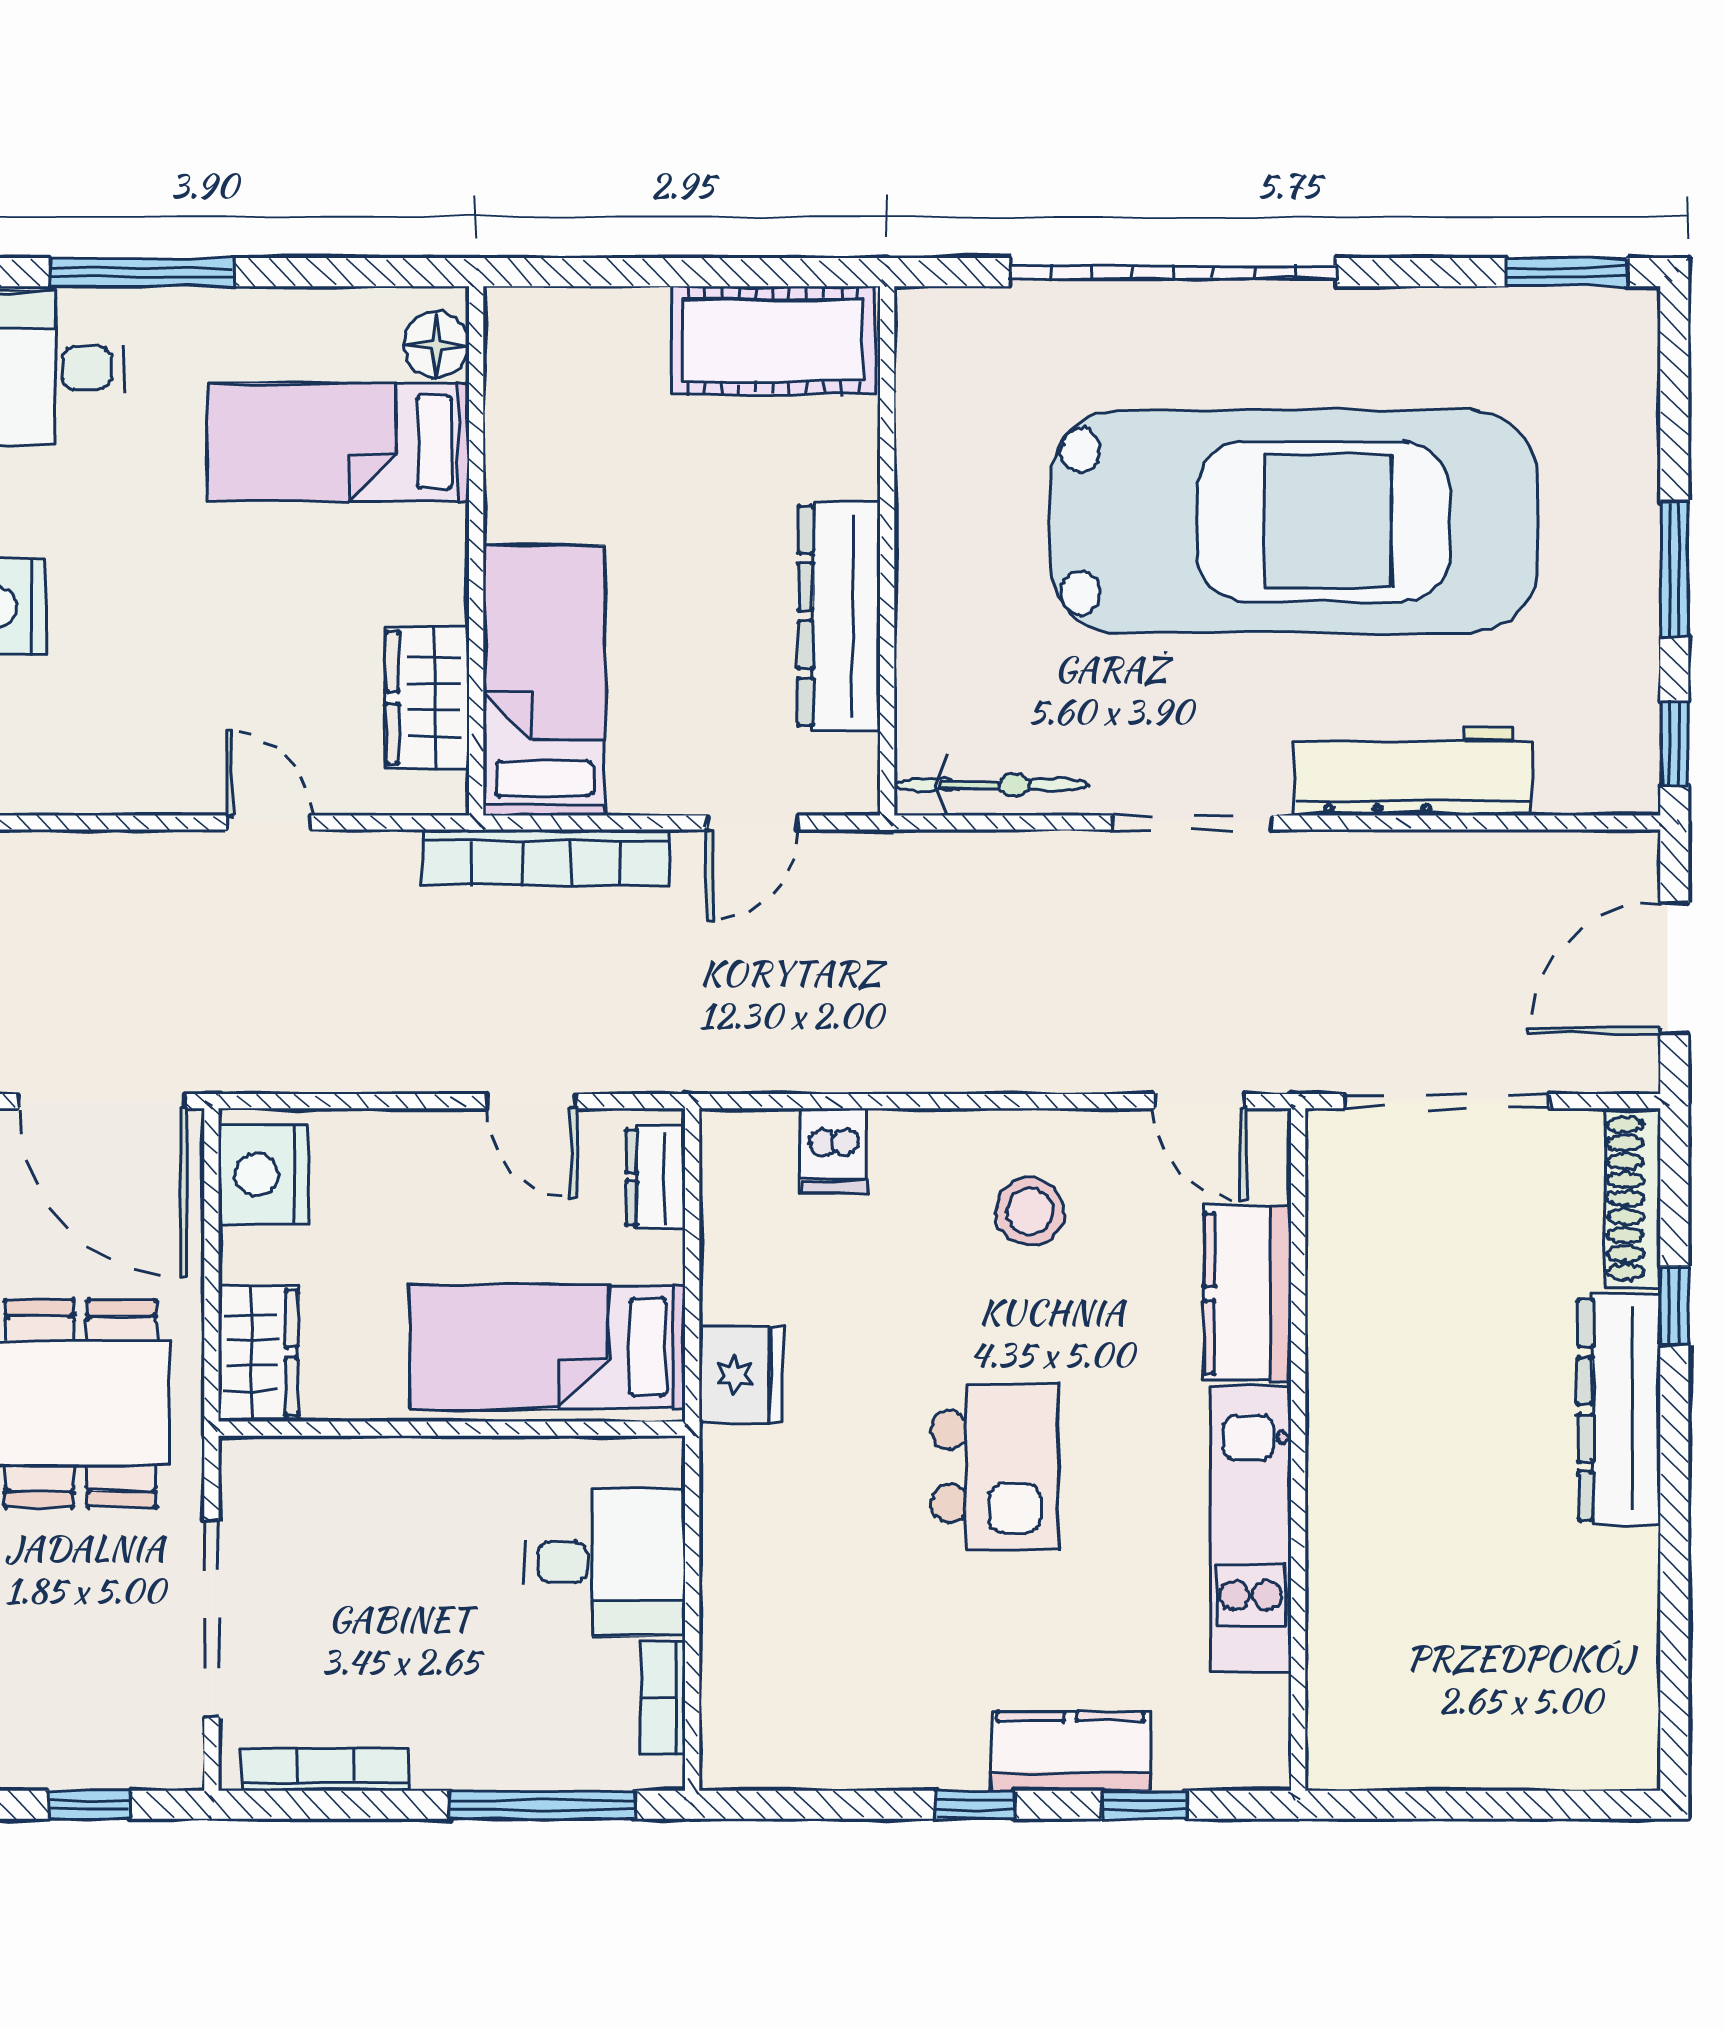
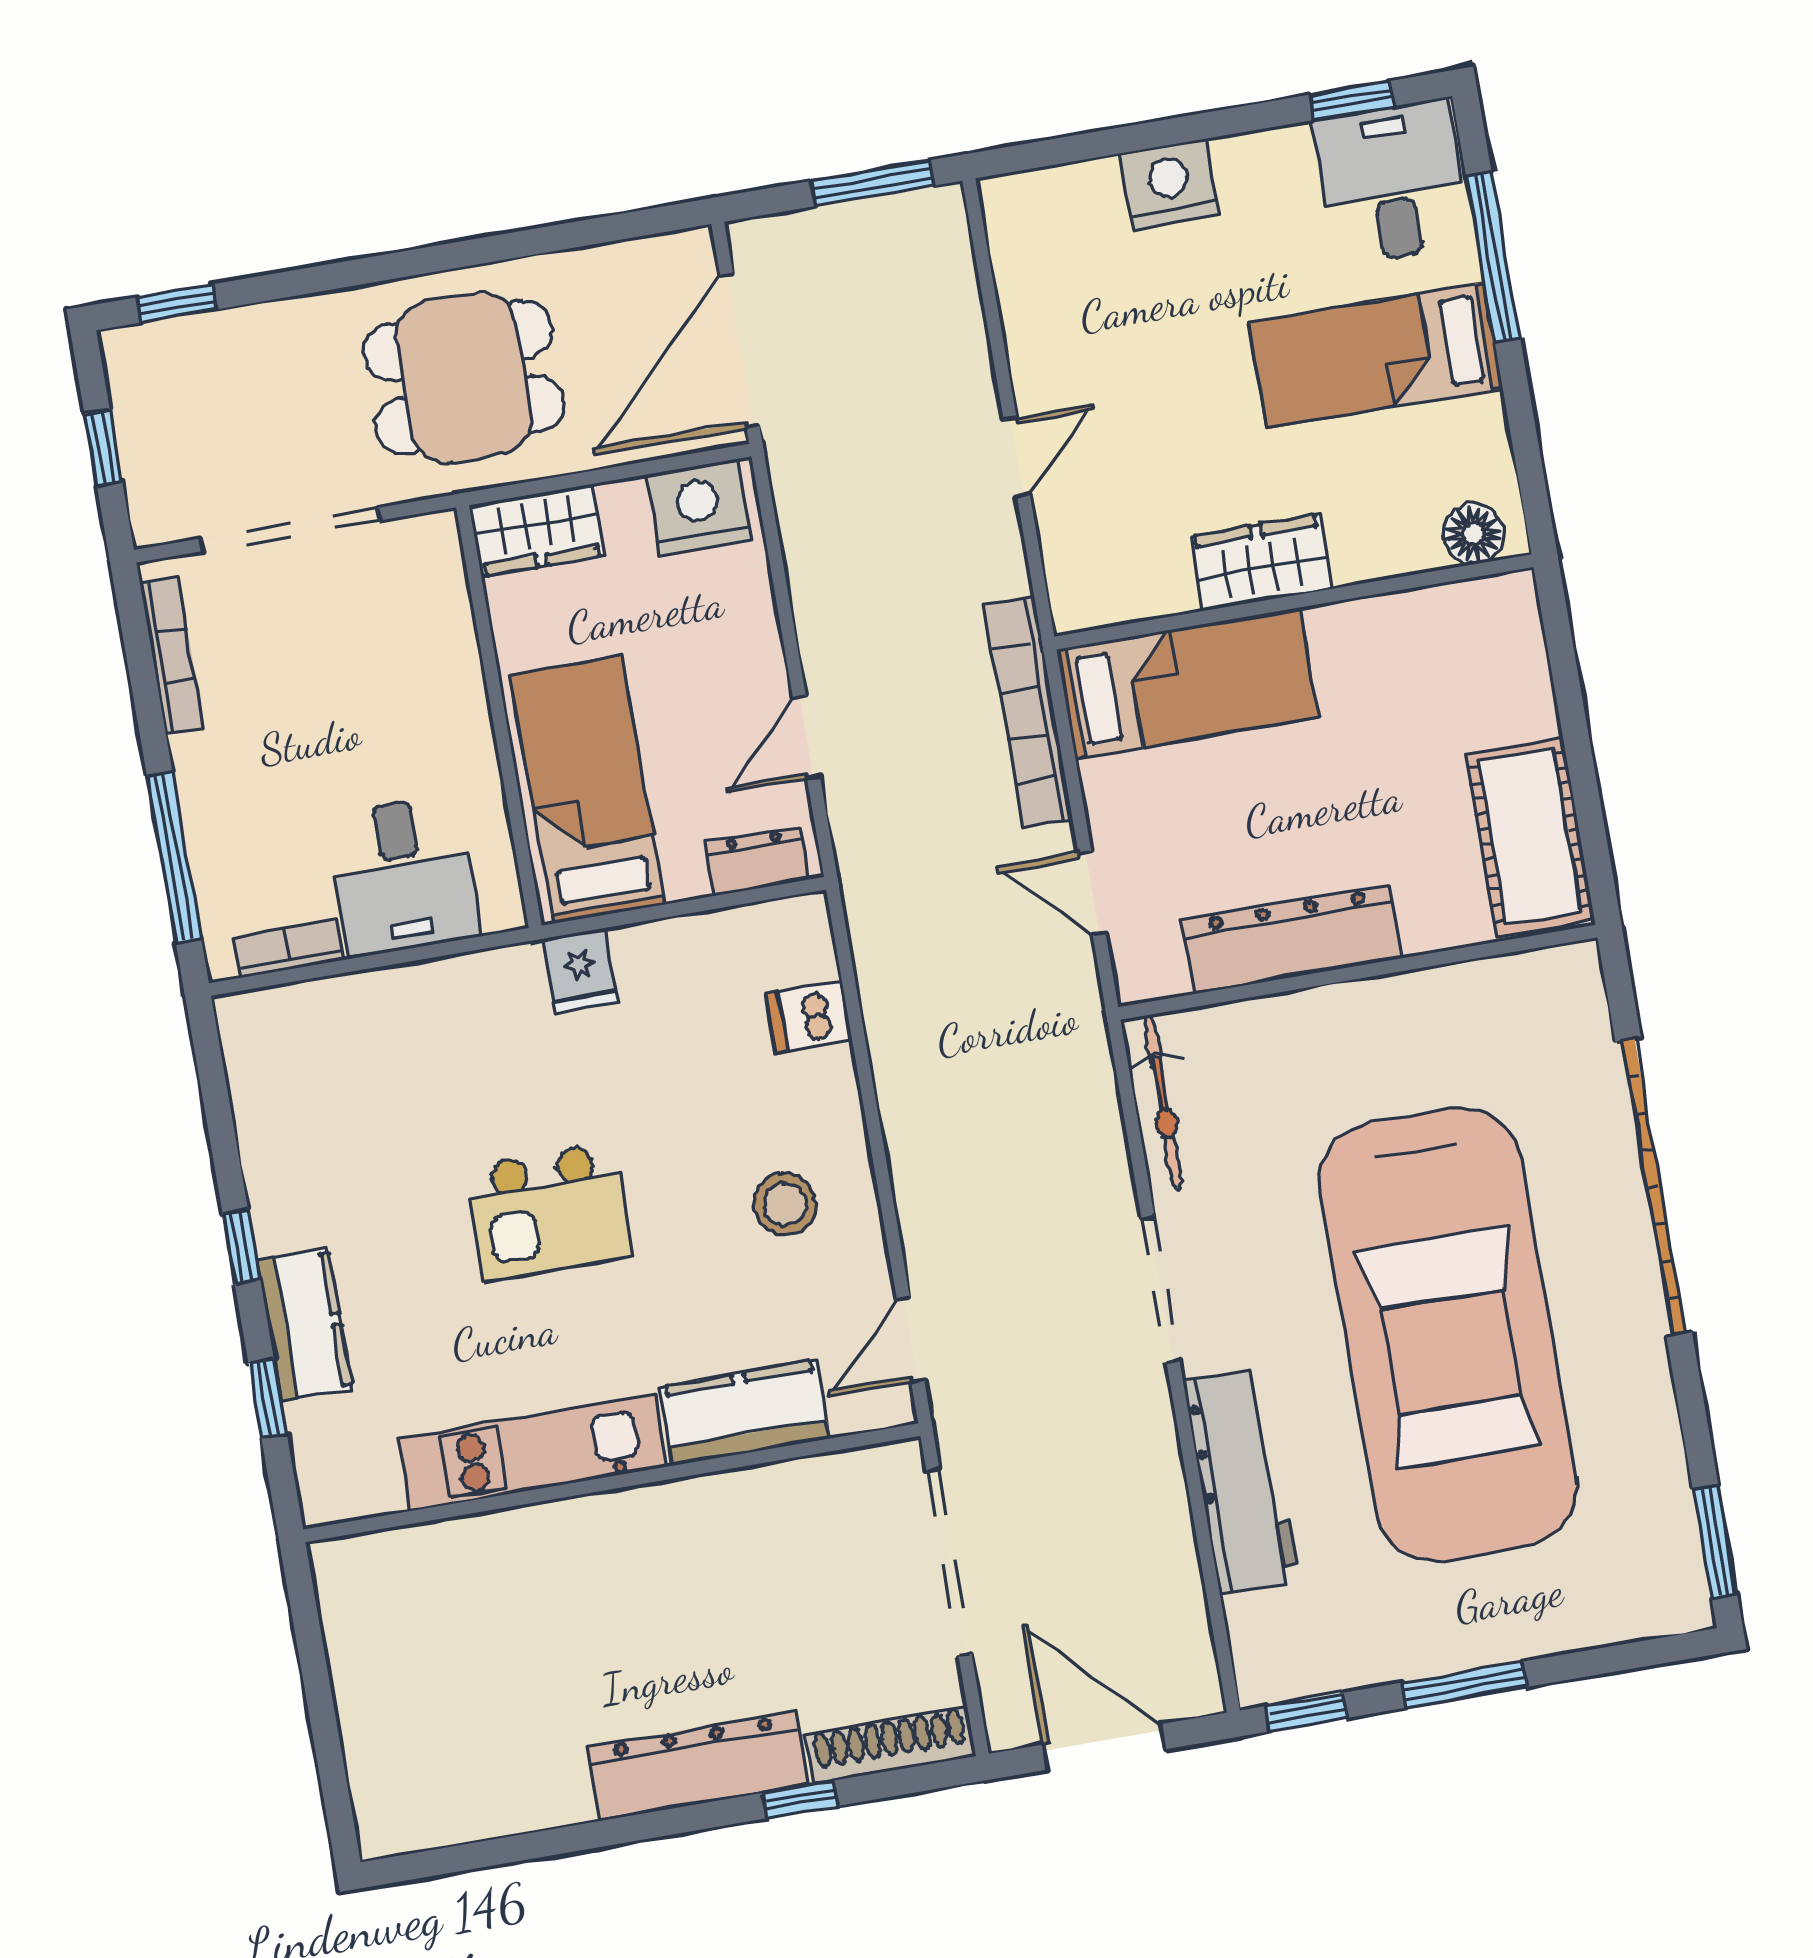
bed: (338, 442) -> (1376, 355), moved, turned -90
wardrobe: (427, 698) -> (1261, 562), moved
fridge: (740, 1375) -> (580, 970), width x0.72

